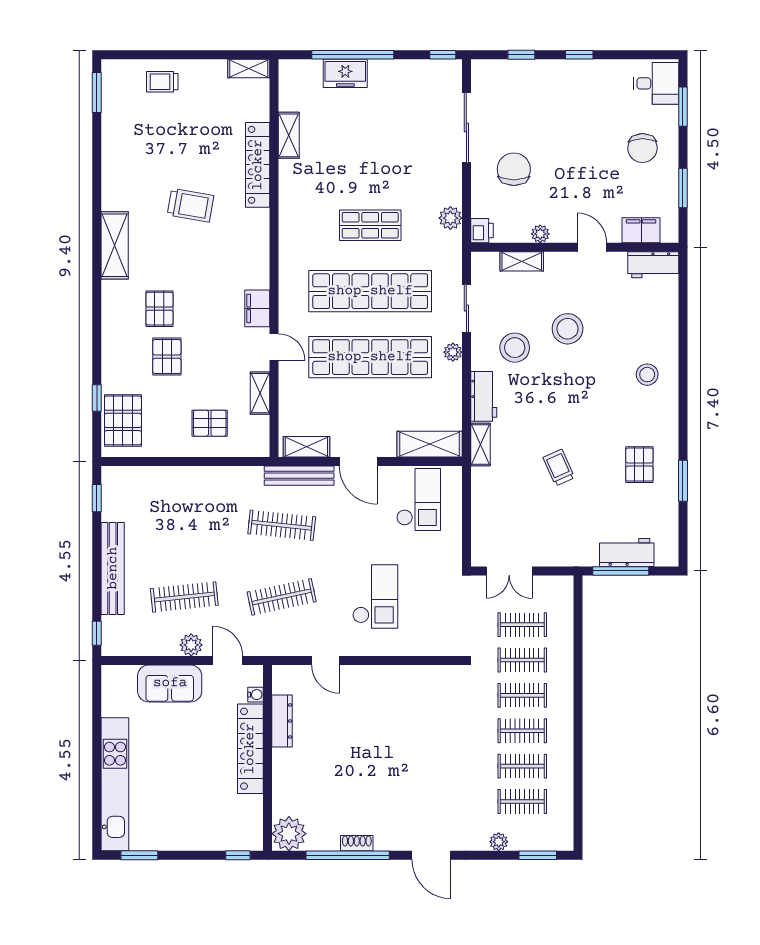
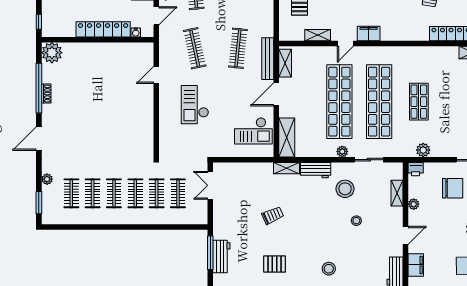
stool: (568, 329) -> (356, 221), width x0.53, depth x0.53
checkout: (375, 596) -> (195, 105), turned 90
dresser: (282, 721) -> (120, 48), removed

